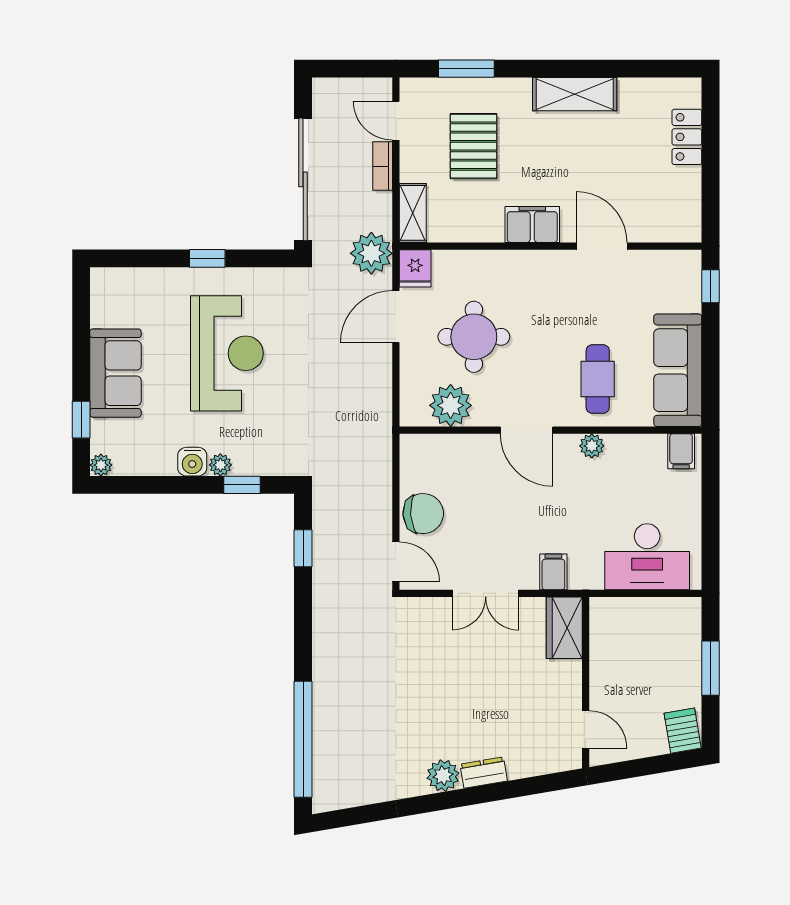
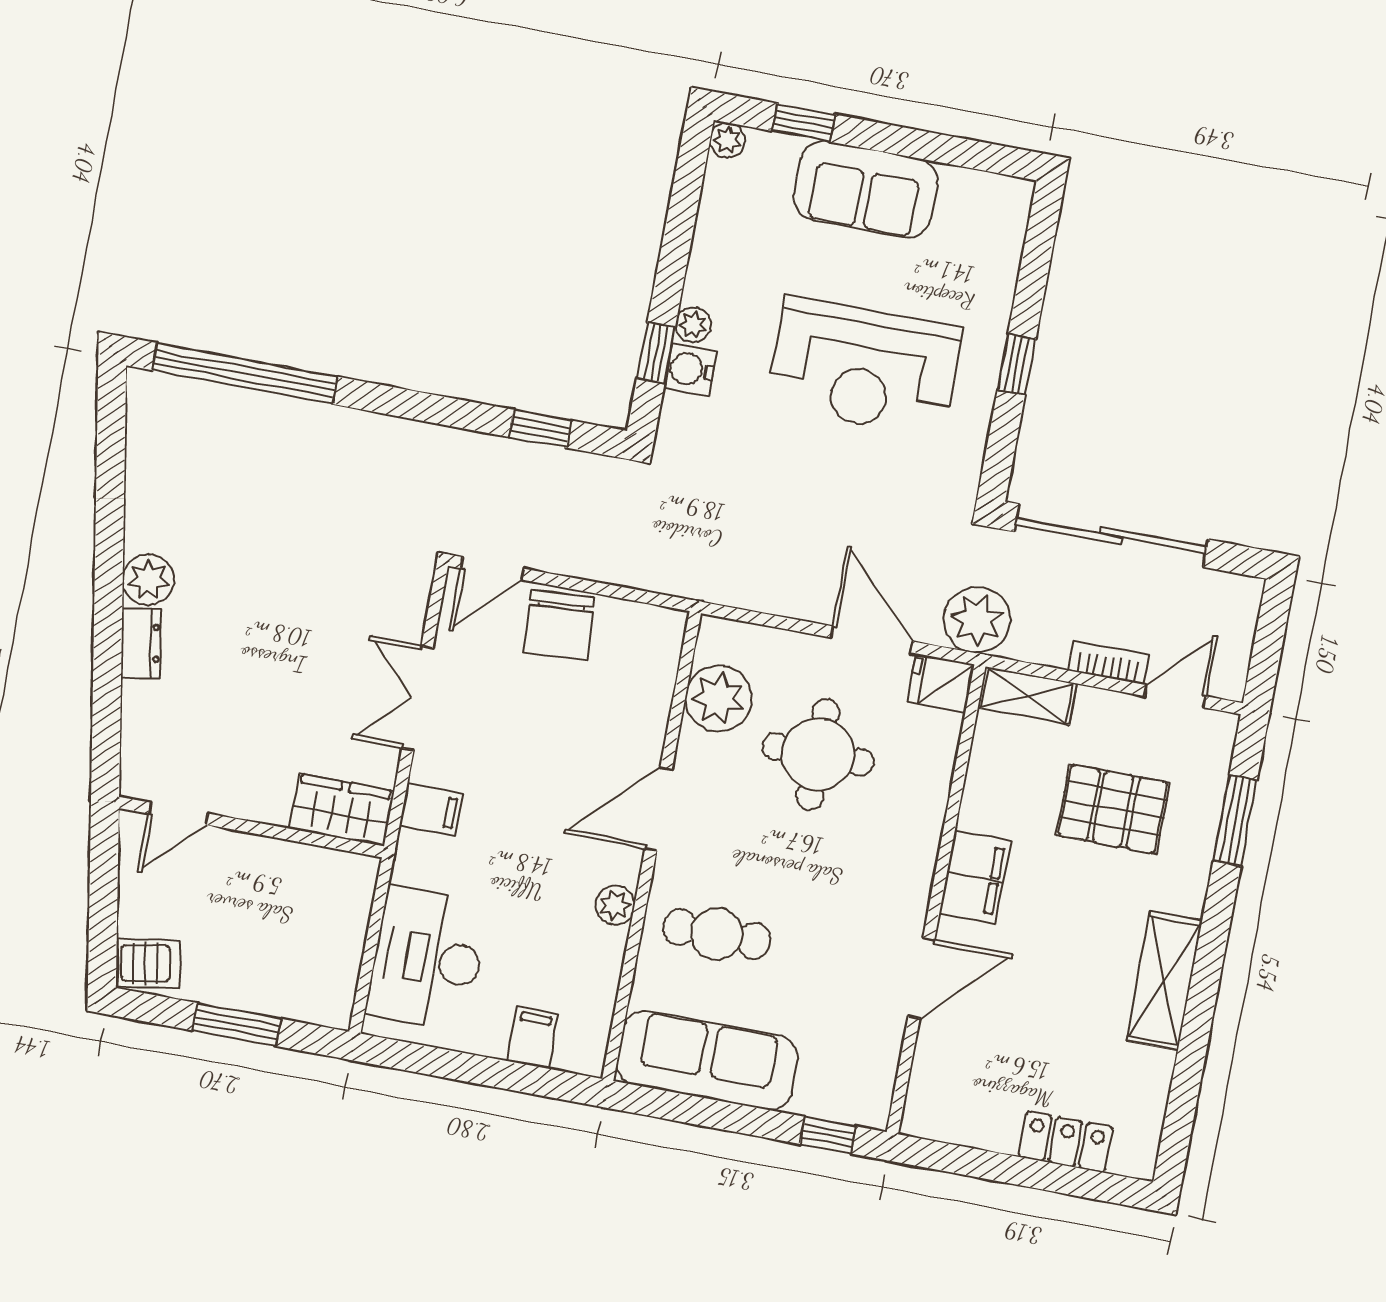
filing cabinet: (681, 451) -> (532, 1038), moved, turned 90
water cooler: (192, 462) -> (690, 369), moved

